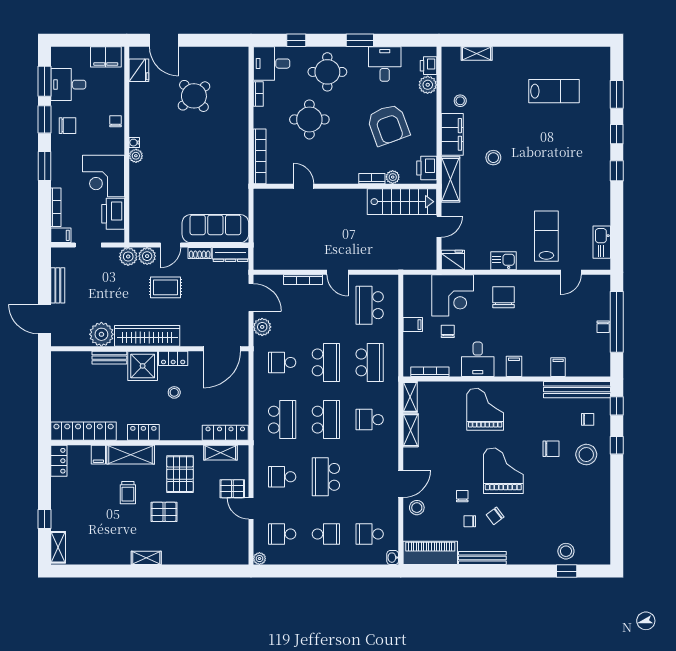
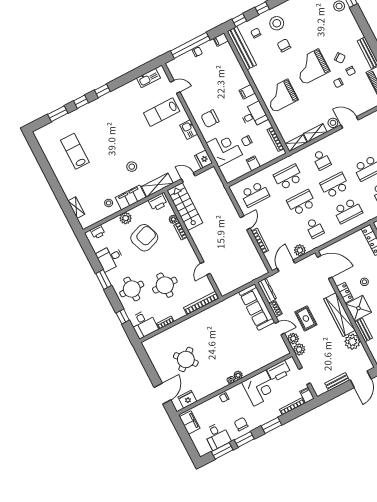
plant: (428, 85) -> (126, 218), moved
filing cabinet: (558, 367) -> (221, 40), moved
school desk: (282, 420) -> (348, 211), turned 180
stool: (417, 508) -> (333, 123), moved

